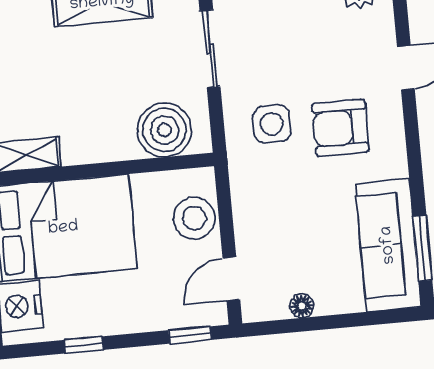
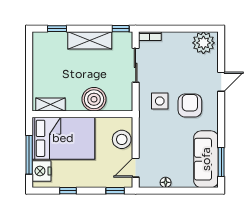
armchair: (340, 128) -> (190, 105), turned 90
boiler: (164, 130) -> (94, 99), moved

